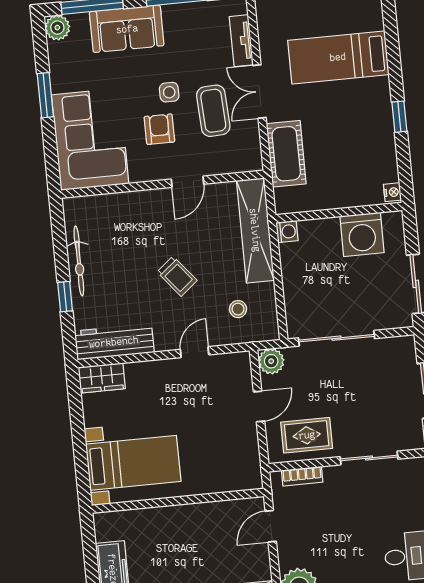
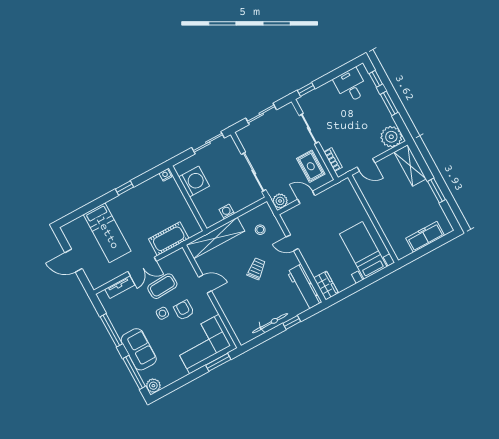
window: (45, 95) -> (218, 362), moved
armchair: (159, 129) -> (184, 310), turned 90
washing machine: (287, 232) -> (227, 212), moved

